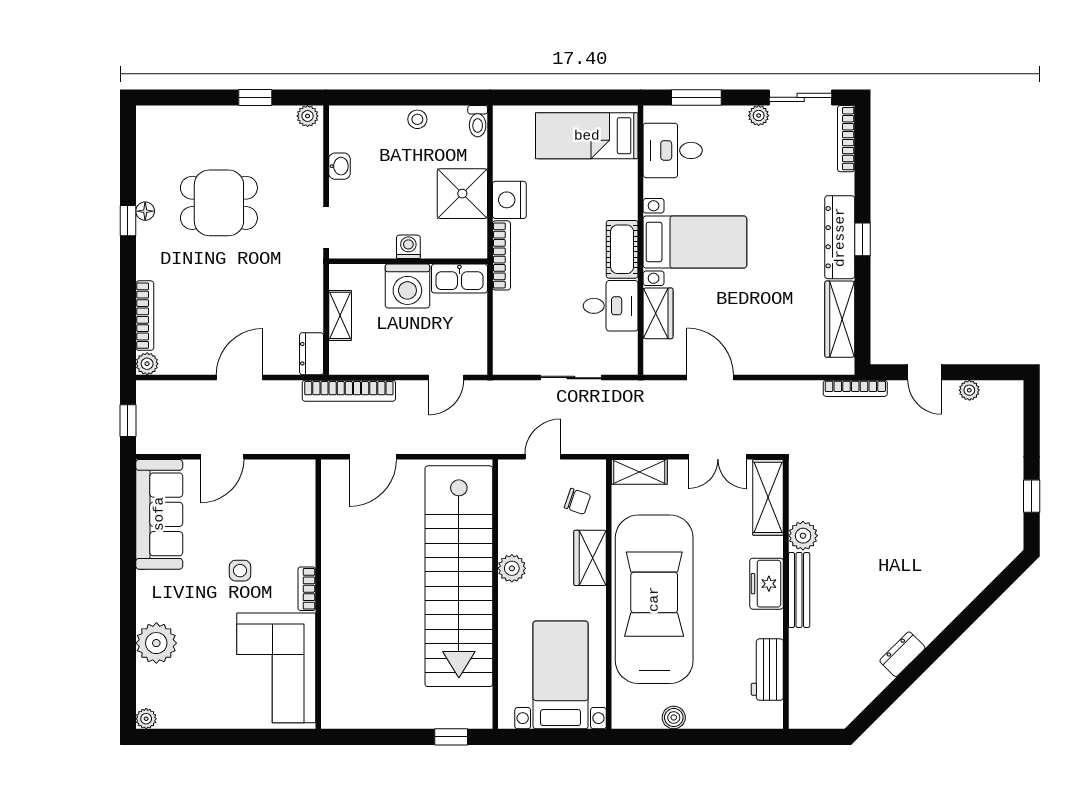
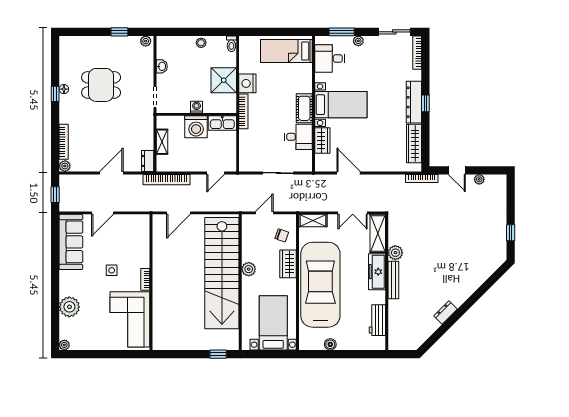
plant: (759, 116) -> (358, 41), moved
freezer: (767, 584) -> (377, 272), width x1.40

